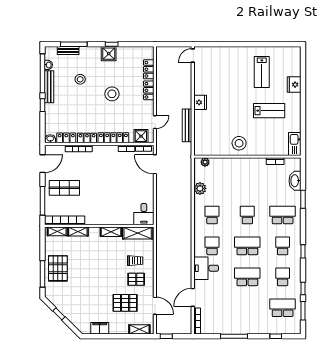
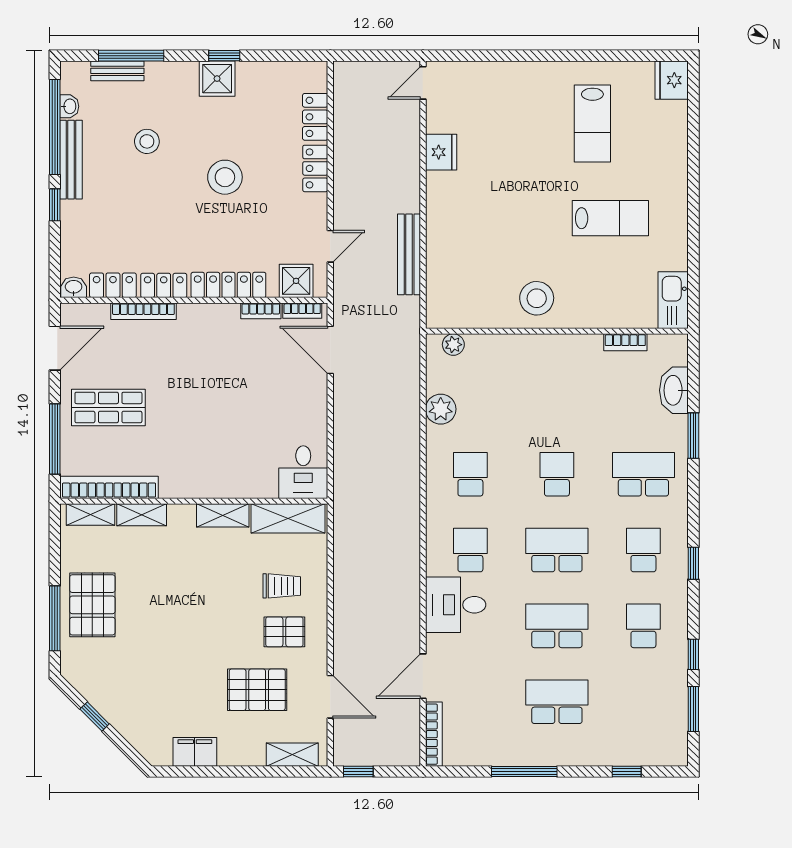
fridge: (294, 85) -> (672, 80), moved
fridge: (200, 102) -> (441, 152), moved
school desk: (283, 308) -> (557, 702), moved

